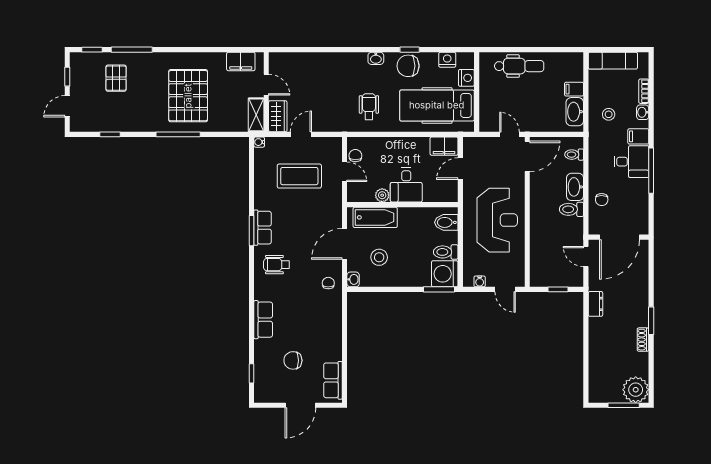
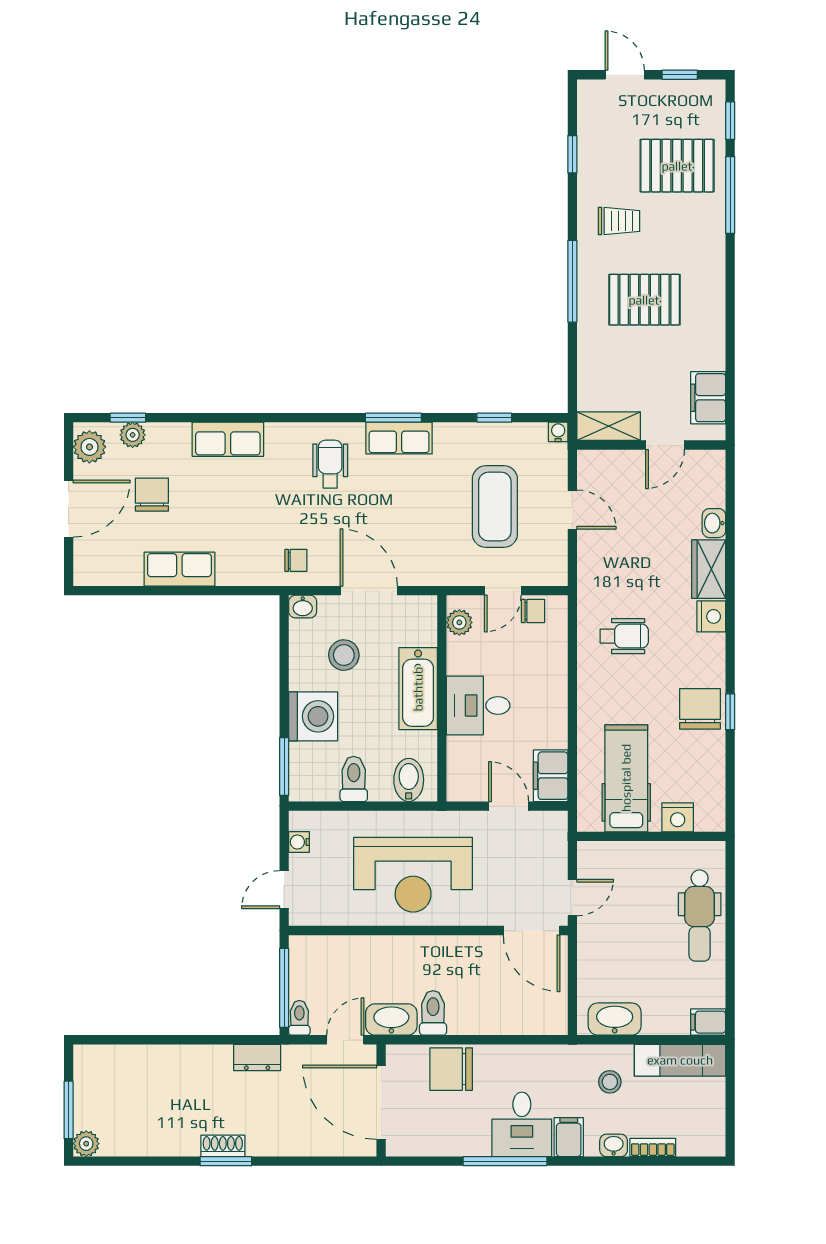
washbasin: (376, 58) -> (714, 523), moved
nightstand: (447, 60) -> (711, 616), moved
exam couch: (613, 61) -> (680, 1060), moved, turned -90
pallet: (116, 78) -> (677, 166), width x1.50, depth x1.42
filing cabinet: (574, 89) -> (708, 1022), moved, turned -90
pallet: (188, 96) -> (644, 300), width x0.73, depth x0.71
hospital bed: (437, 105) -> (626, 778), width x0.73, depth x0.78
trolley: (146, 109) -> (619, 221), added
wardrobe: (278, 116) -> (709, 569), moved, turned 90
toilet: (574, 155) -> (299, 1018), moved
window: (252, 176) -> (494, 418), added
washbasin: (575, 187) -> (391, 1019), moved
plant: (382, 195) -> (459, 622), moved
chair: (602, 200) -> (451, 1069), width x1.87, depth x1.87
bathtub: (375, 217) -> (418, 689), moved
washing machine: (445, 274) -> (313, 716), moved, turned 90
window: (558, 289) -> (284, 988), width x2.17
shoe rack: (643, 340) -> (223, 1146), moved
plant: (261, 371) -> (133, 435), added
row of seats: (333, 380) -> (179, 569), moved
plant: (636, 390) -> (86, 1144), width x0.53, depth x0.53
plant: (267, 394) -> (89, 447), added
door: (300, 405) -> (69, 509), swing flipped

